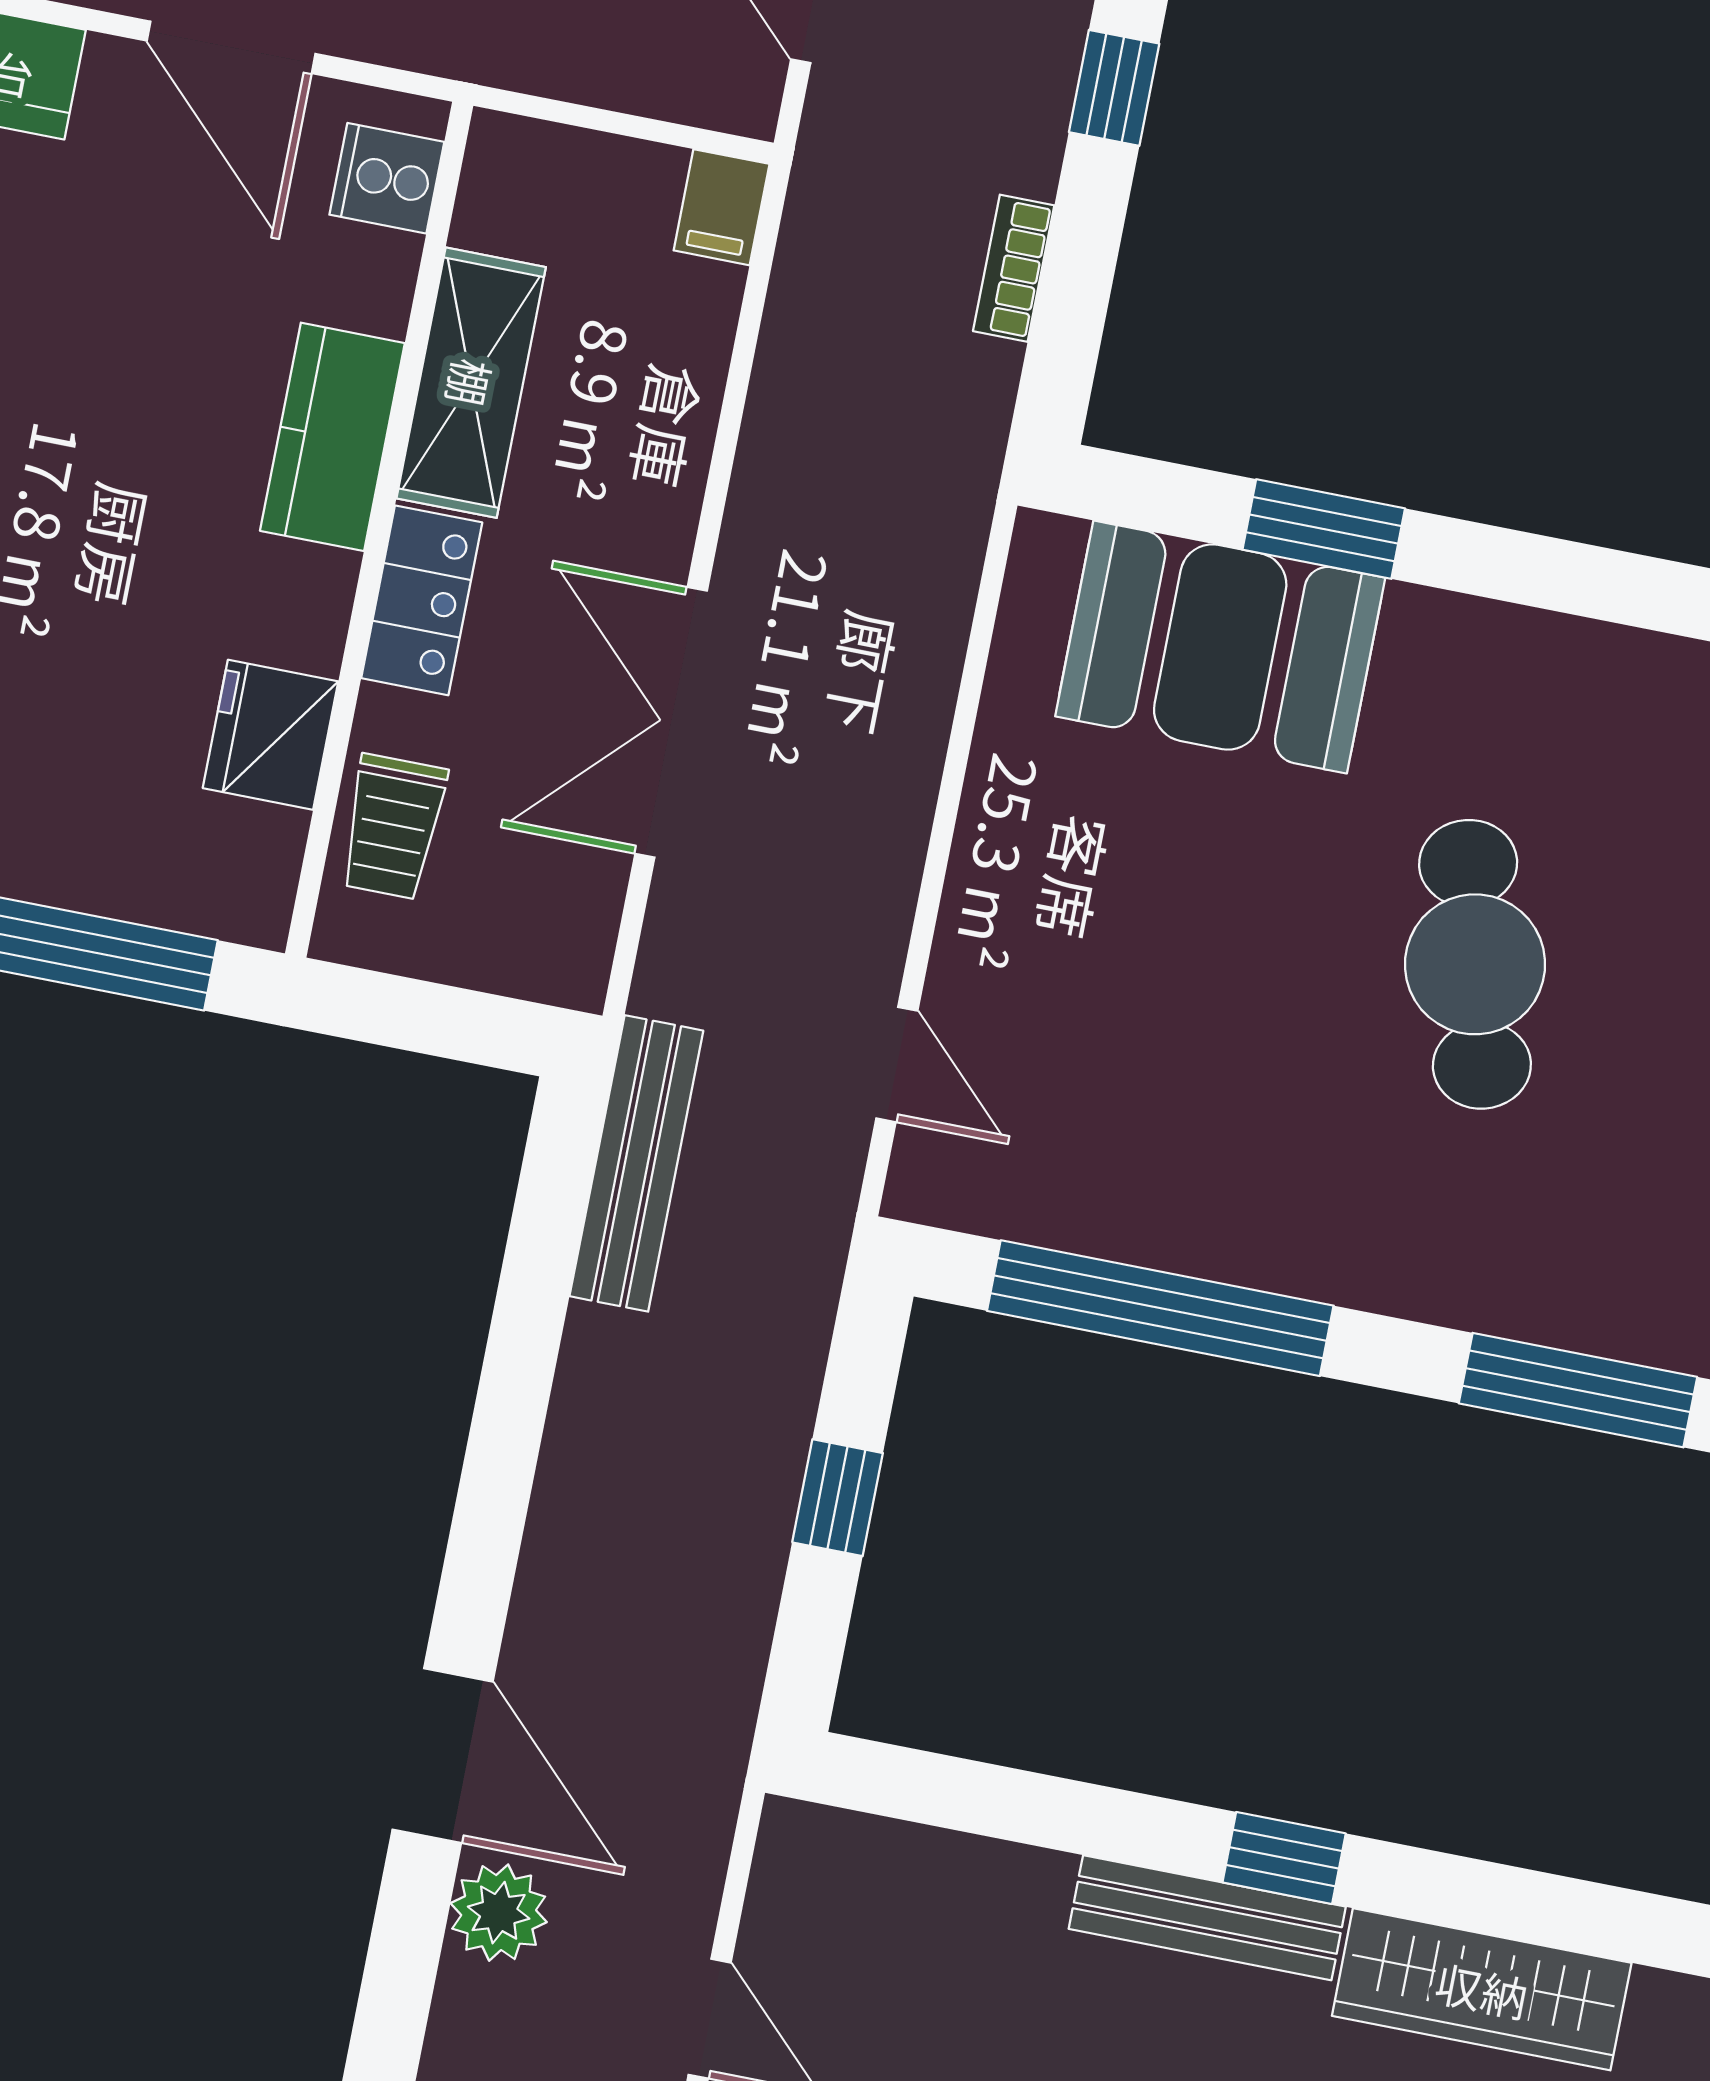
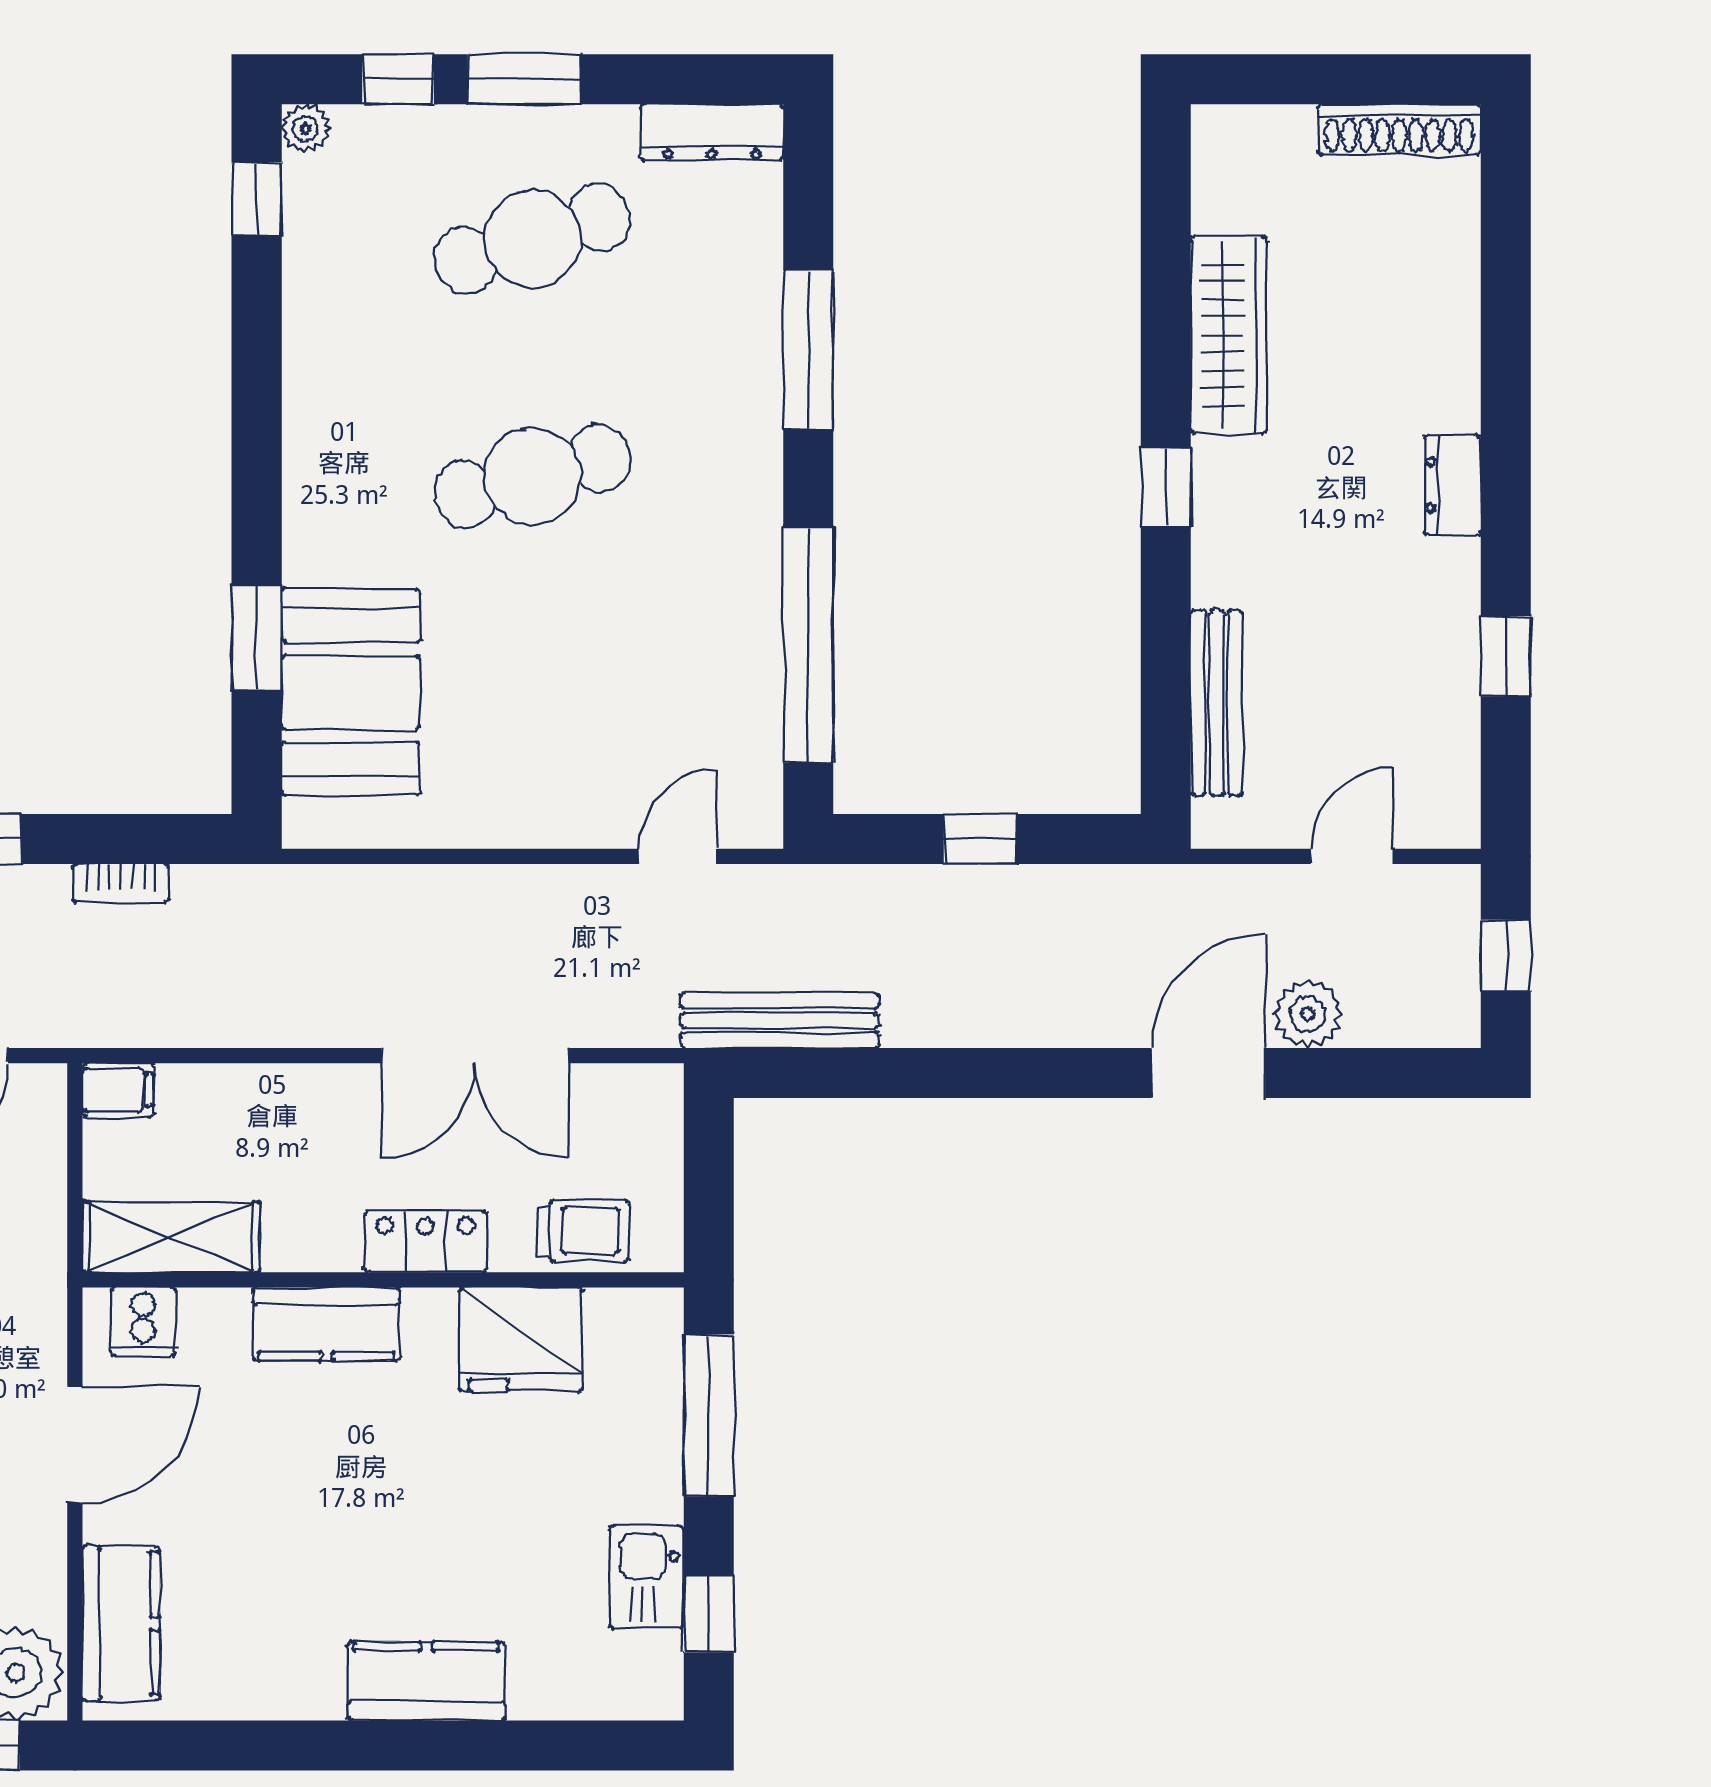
shelving: (471, 383) -> (171, 1237), moved
fridge: (271, 735) -> (521, 1340), width x1.36, depth x1.34
bench: (1207, 1918) -> (1217, 703), moved

